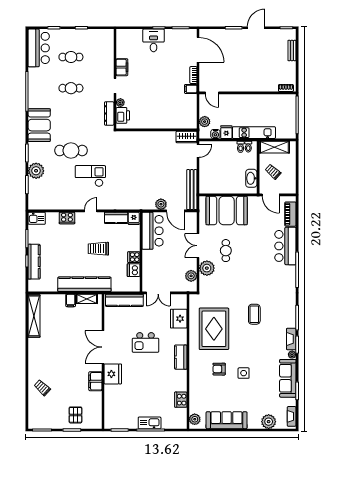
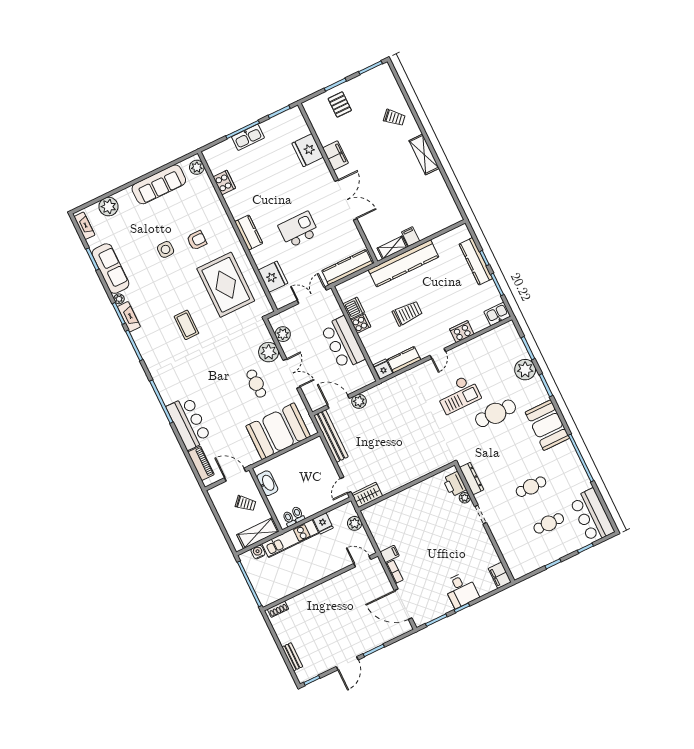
filing cabinet: (122, 67) -> (500, 575), moved
water cooler: (215, 134) -> (258, 552), moved
bar counter: (153, 231) -> (343, 343), moved
shelving: (34, 316) -> (424, 154), moved, width x0.68
fridge: (113, 374) -> (308, 150), moved

